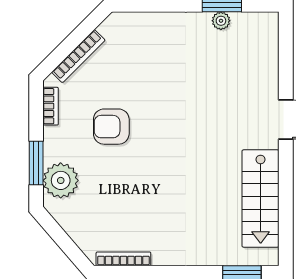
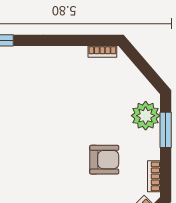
bookcase: (123, 259) -> (102, 52), width x0.64

